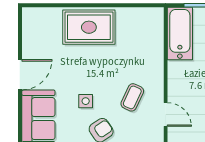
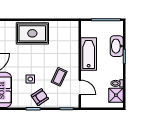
bathtub: (180, 34) -> (89, 54), moved

